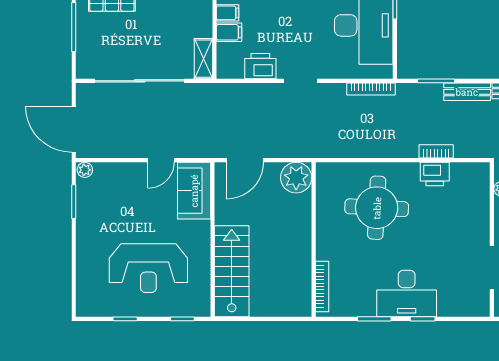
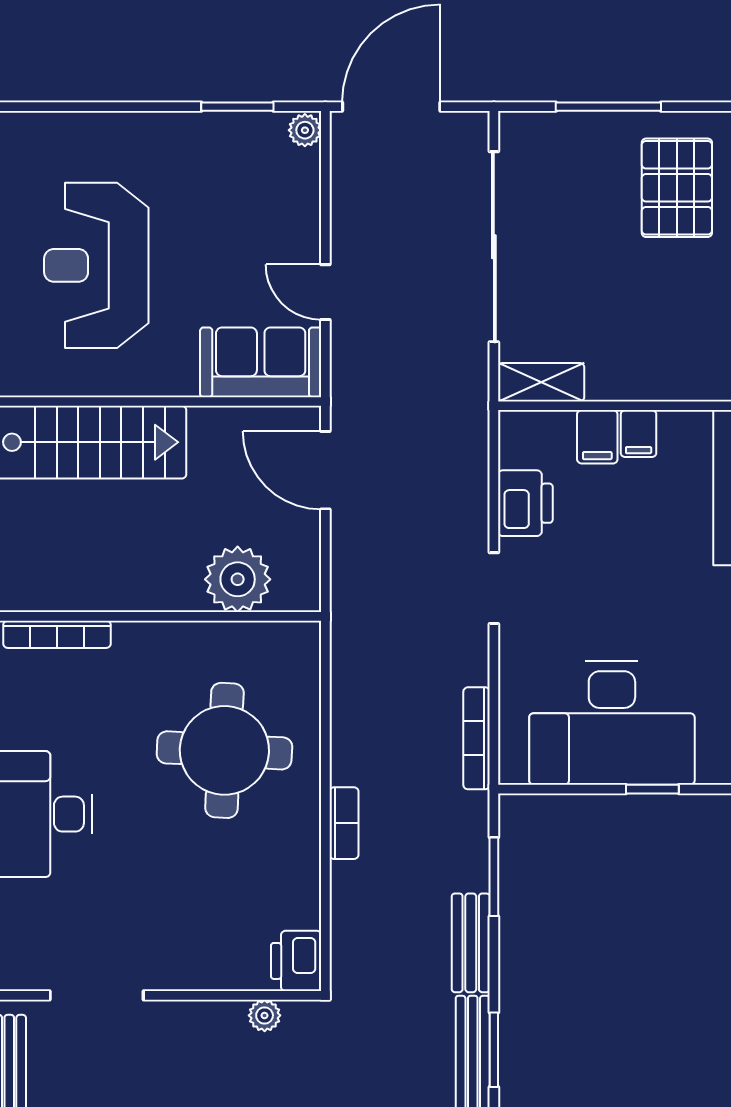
bookcase: (436, 151) -> (344, 823), moved
printer: (435, 174) -> (296, 961), moved
plant: (296, 178) -> (238, 579), moved

